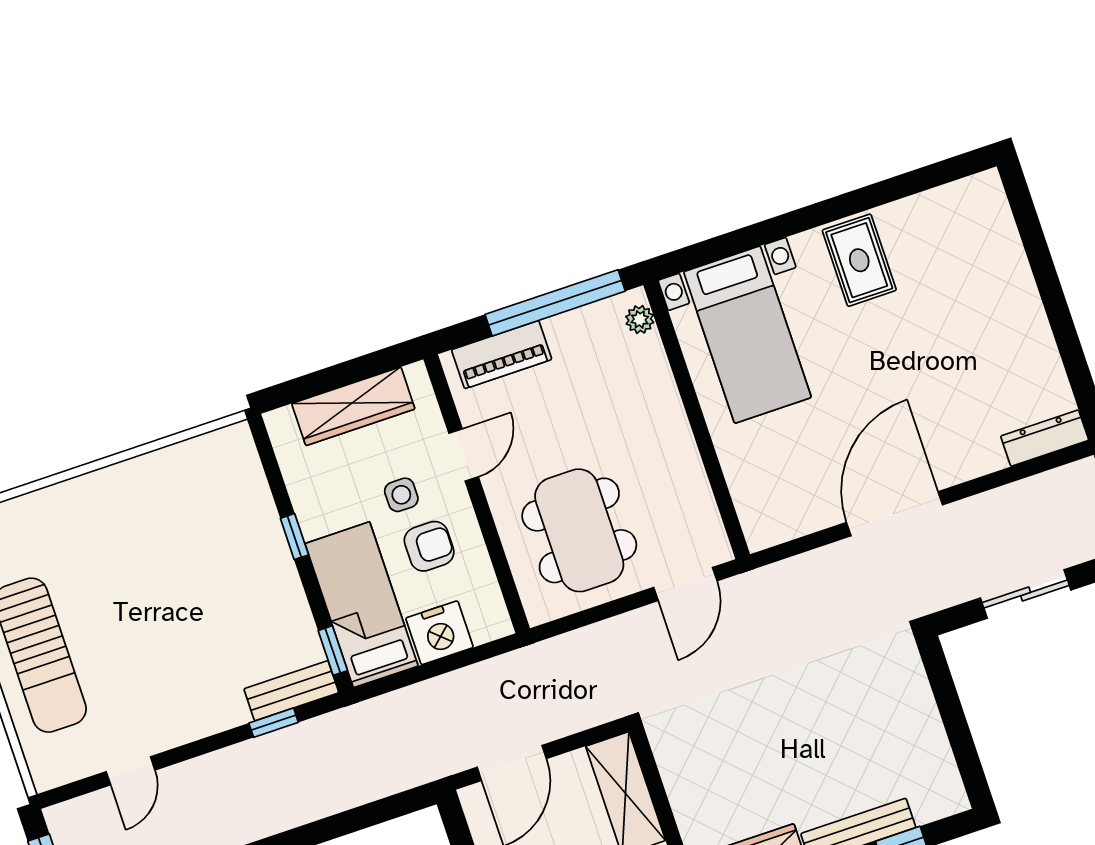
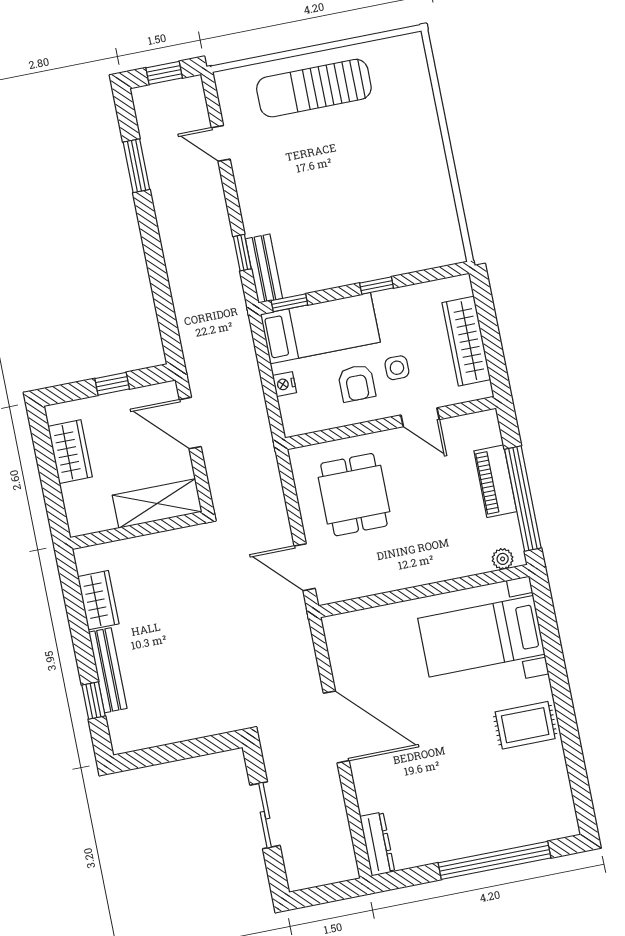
window: (1046, 278) -> (495, 860), added
piano: (502, 355) -> (495, 481), moved
dining table: (579, 530) -> (354, 495), width x0.73
nightstand: (439, 633) -> (284, 384), width x0.53, depth x0.56

